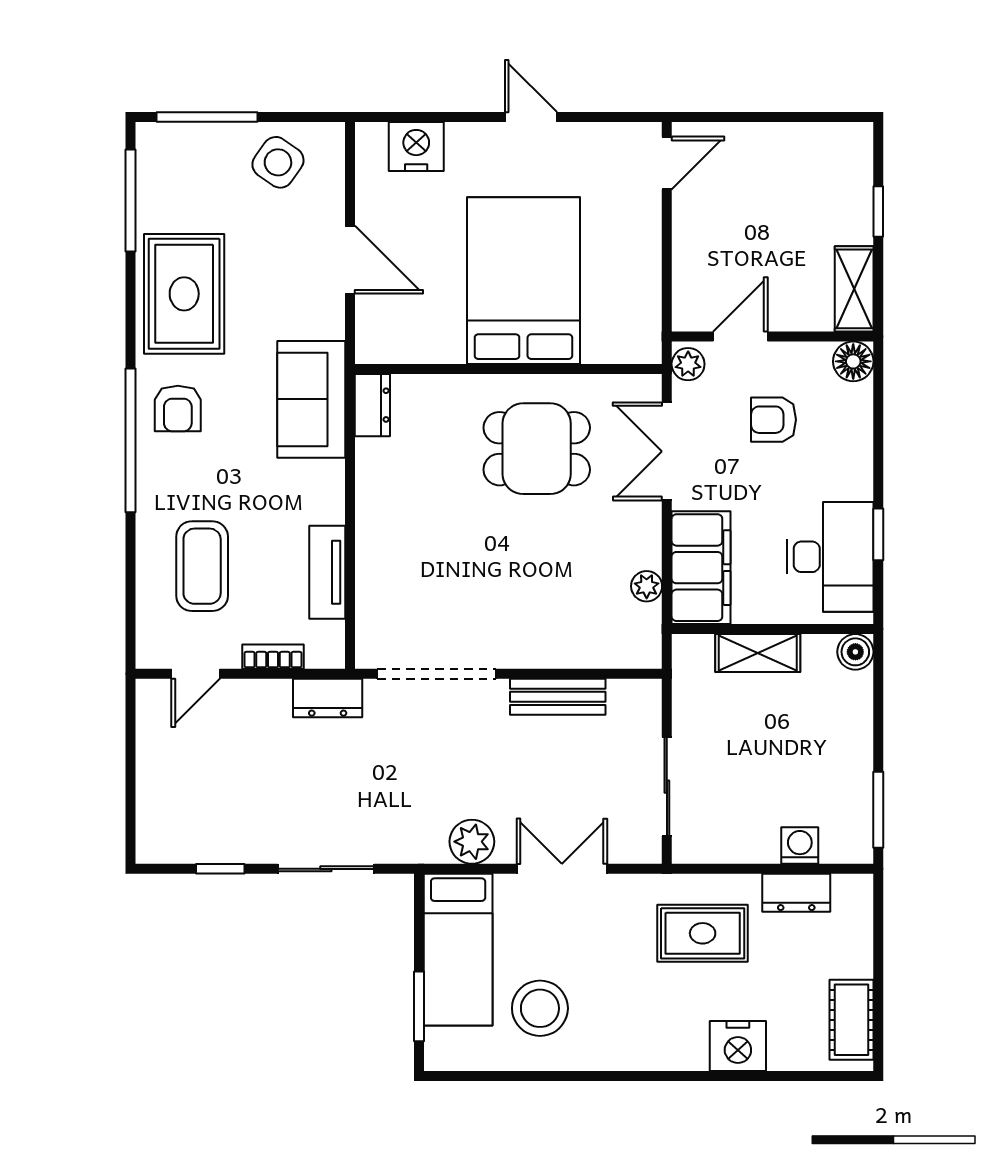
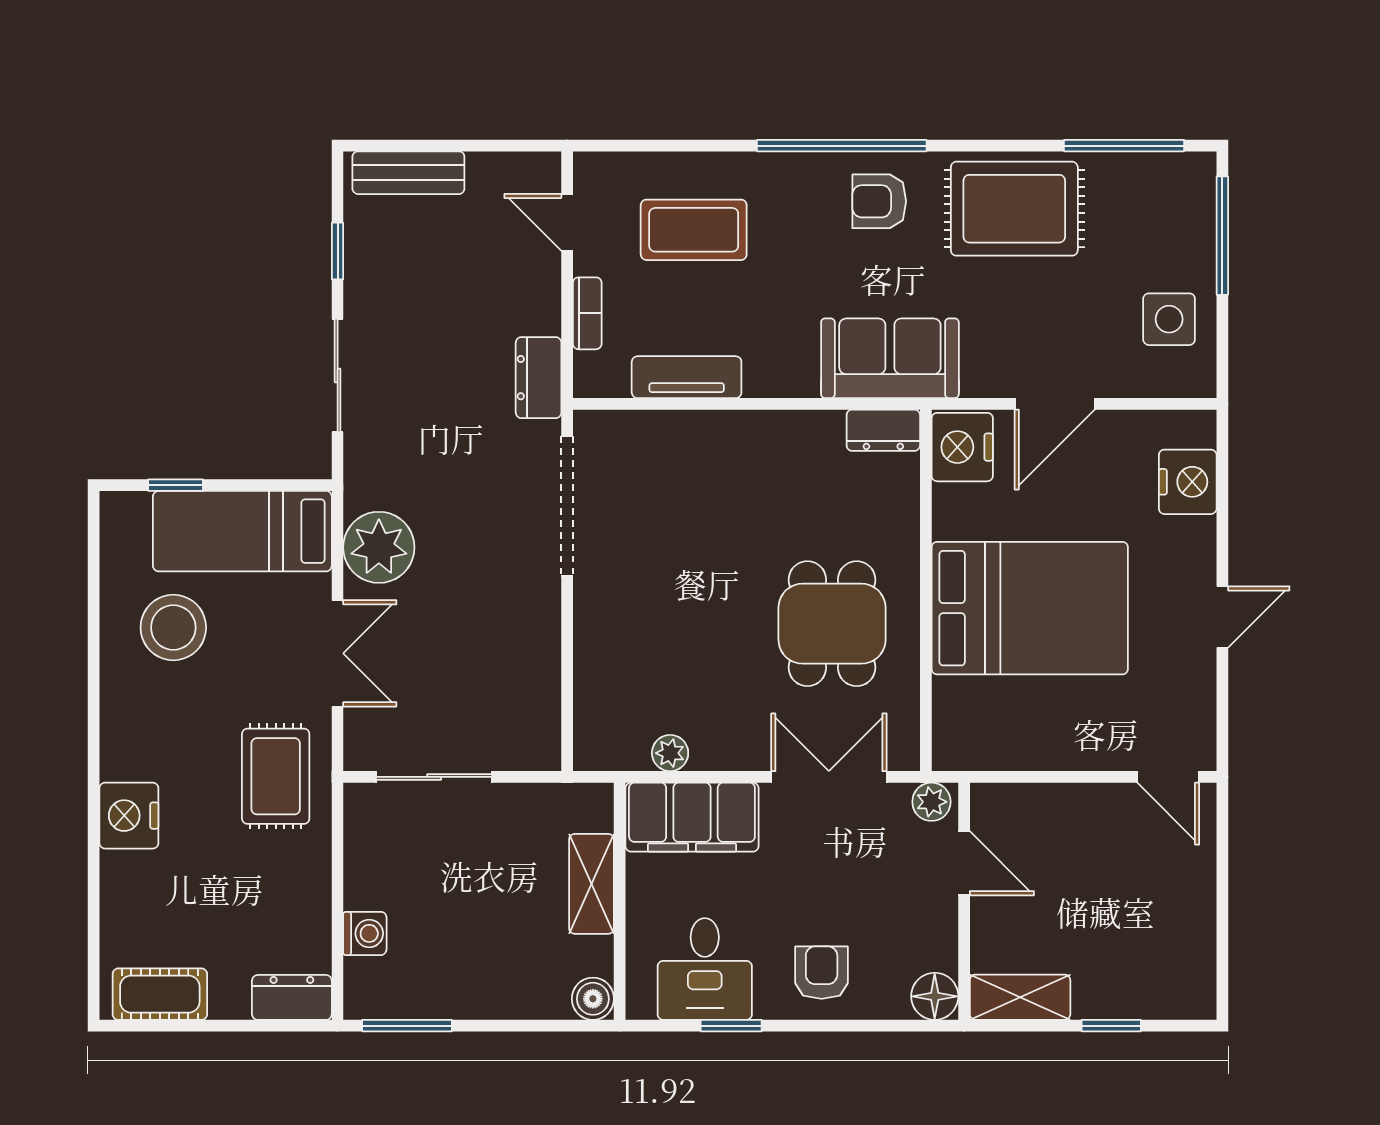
side table: (278, 162) -> (1169, 319), turned -35
nightstand: (387, 338) -> (962, 447), added
armchair: (774, 420) -> (822, 973), moved
desk: (830, 557) -> (705, 969), width x0.73
bench: (558, 697) -> (408, 173), moved, turned 90
plant: (472, 842) -> (379, 547), width x1.36, depth x1.36
dresser: (796, 893) -> (292, 997), moved, turned 90
rug: (703, 933) -> (276, 776), moved
window: (419, 1006) -> (175, 485), width x0.67
nightstand: (738, 1046) -> (129, 816), moved

